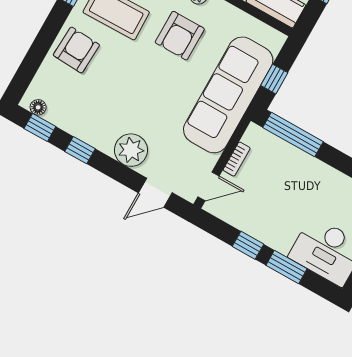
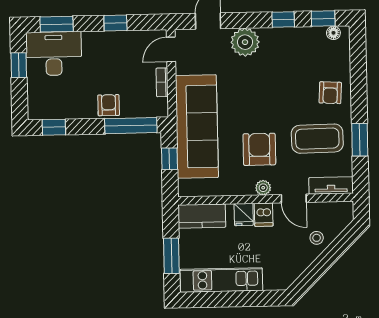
armchair: (76, 50) -> (330, 93), width x0.72, depth x0.72
armchair: (303, 168) -> (109, 105), added
window: (286, 267) -> (57, 24), moved

